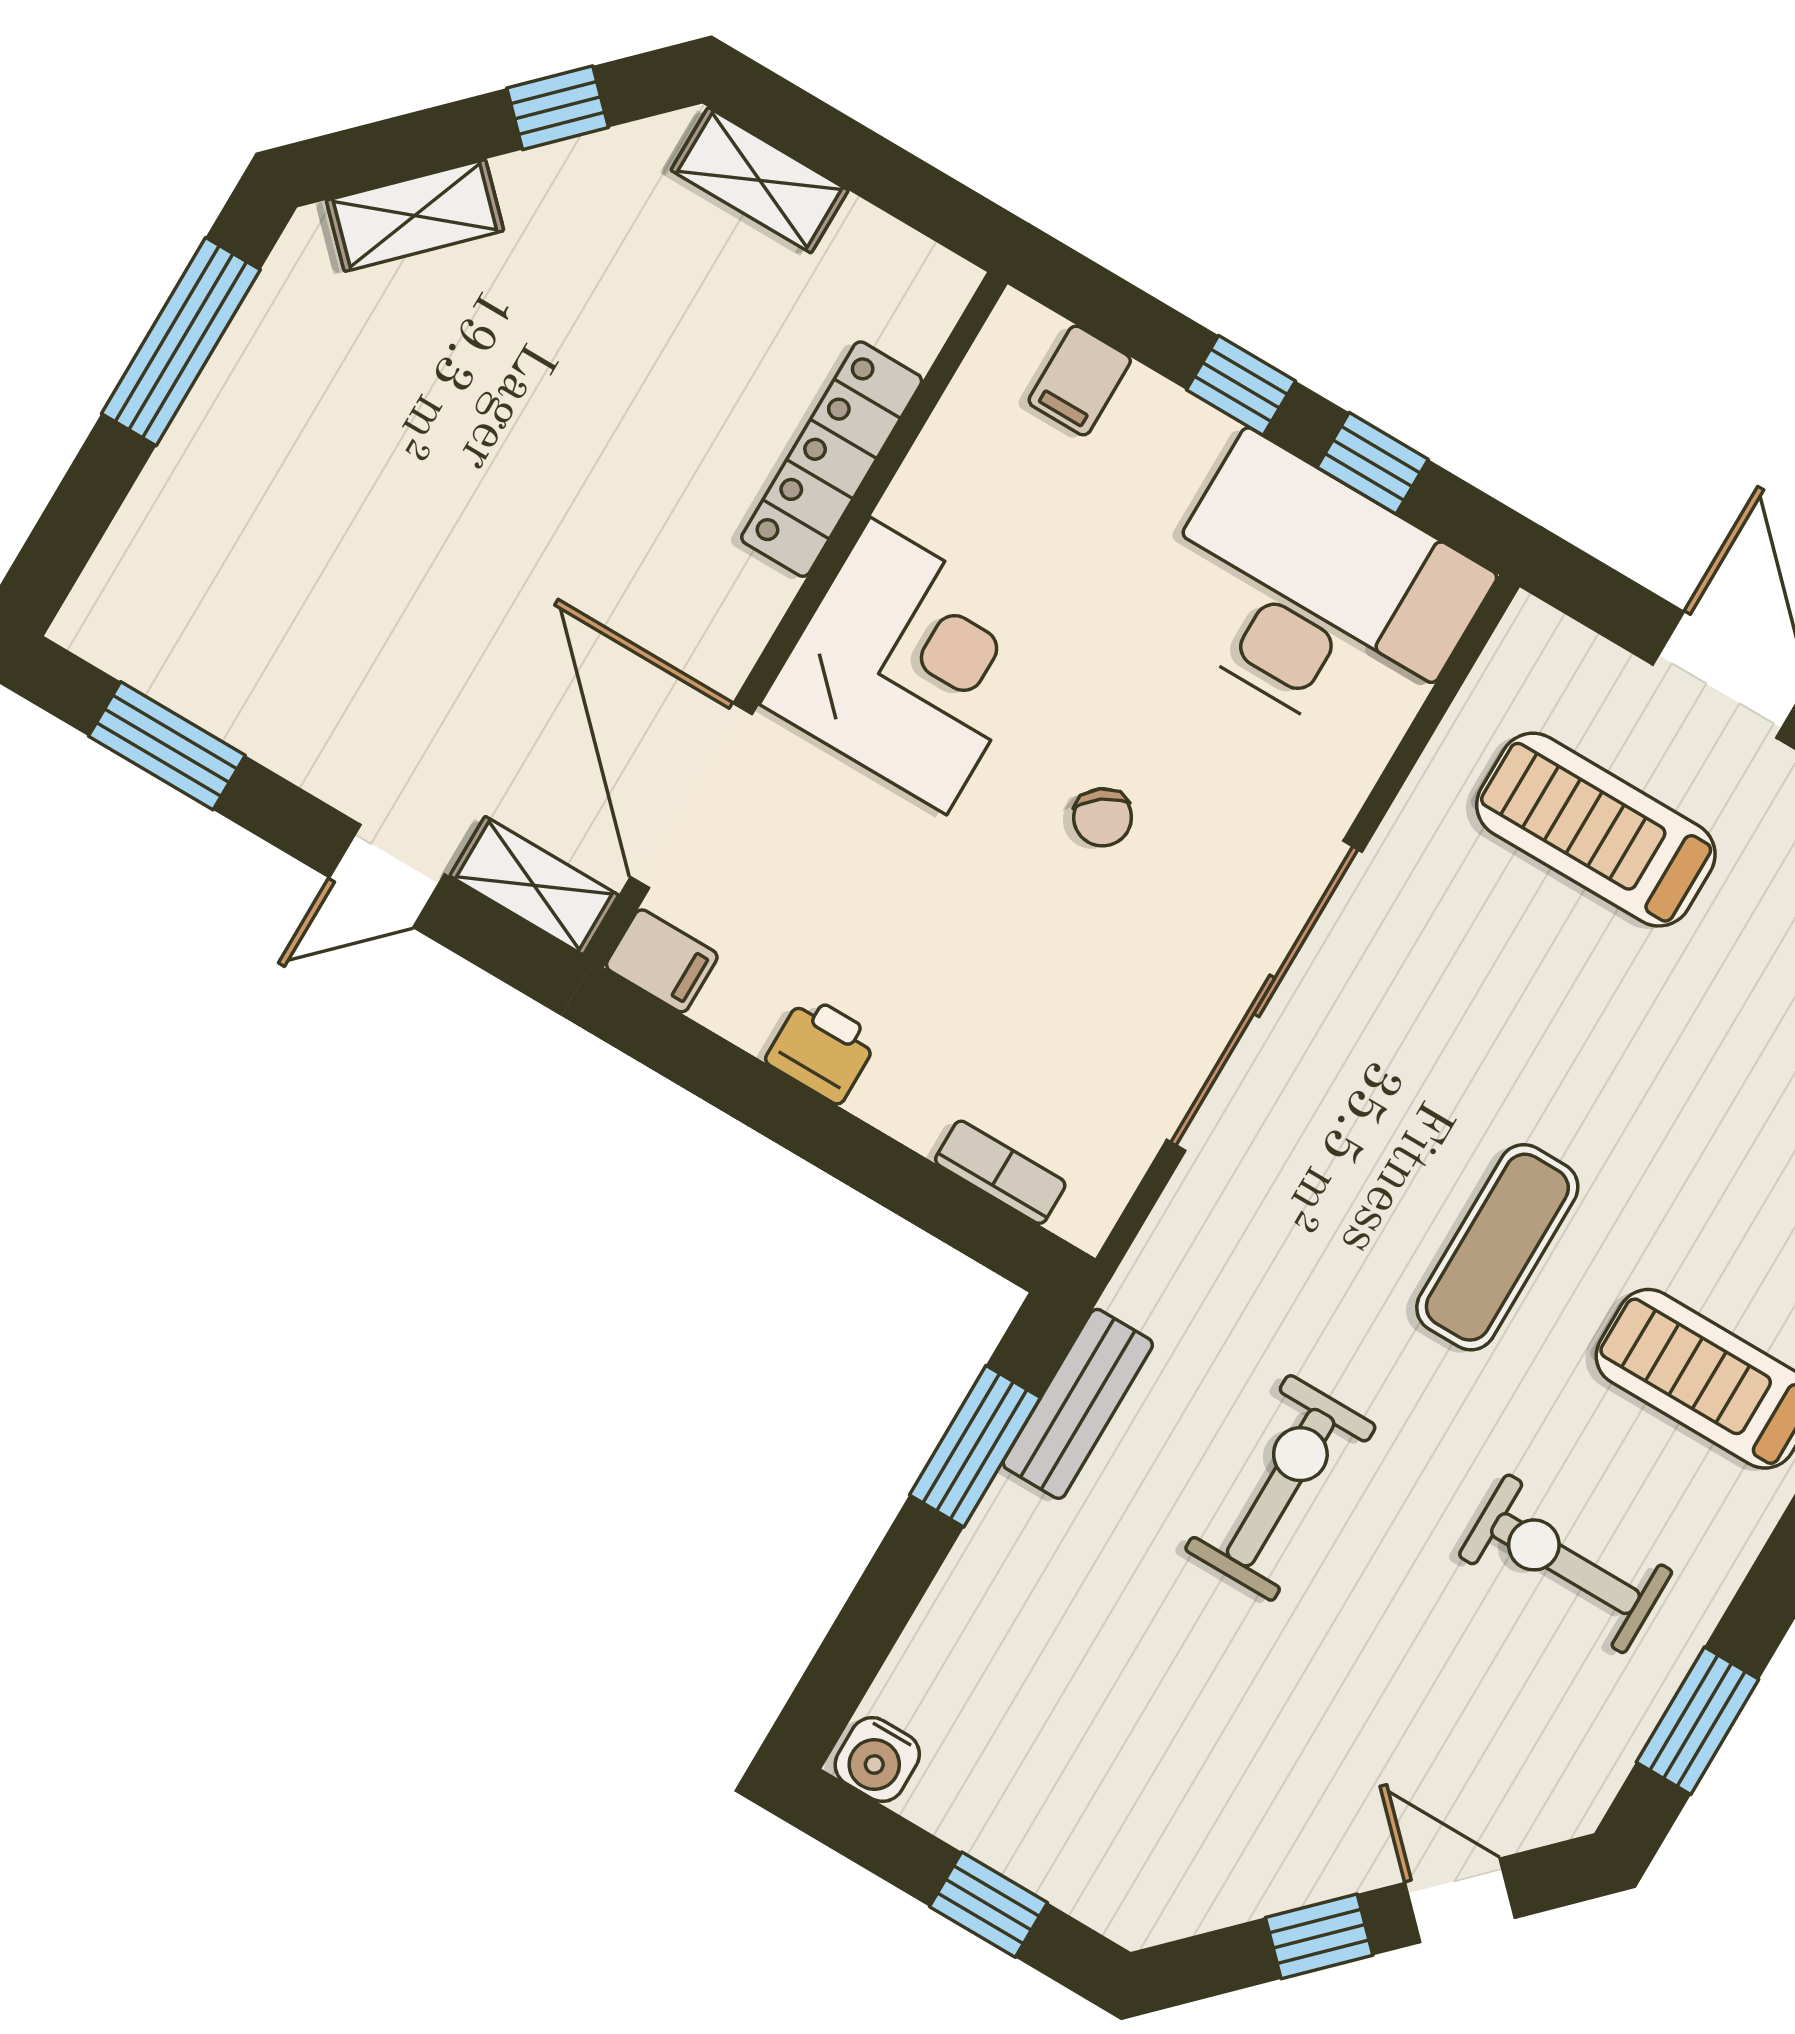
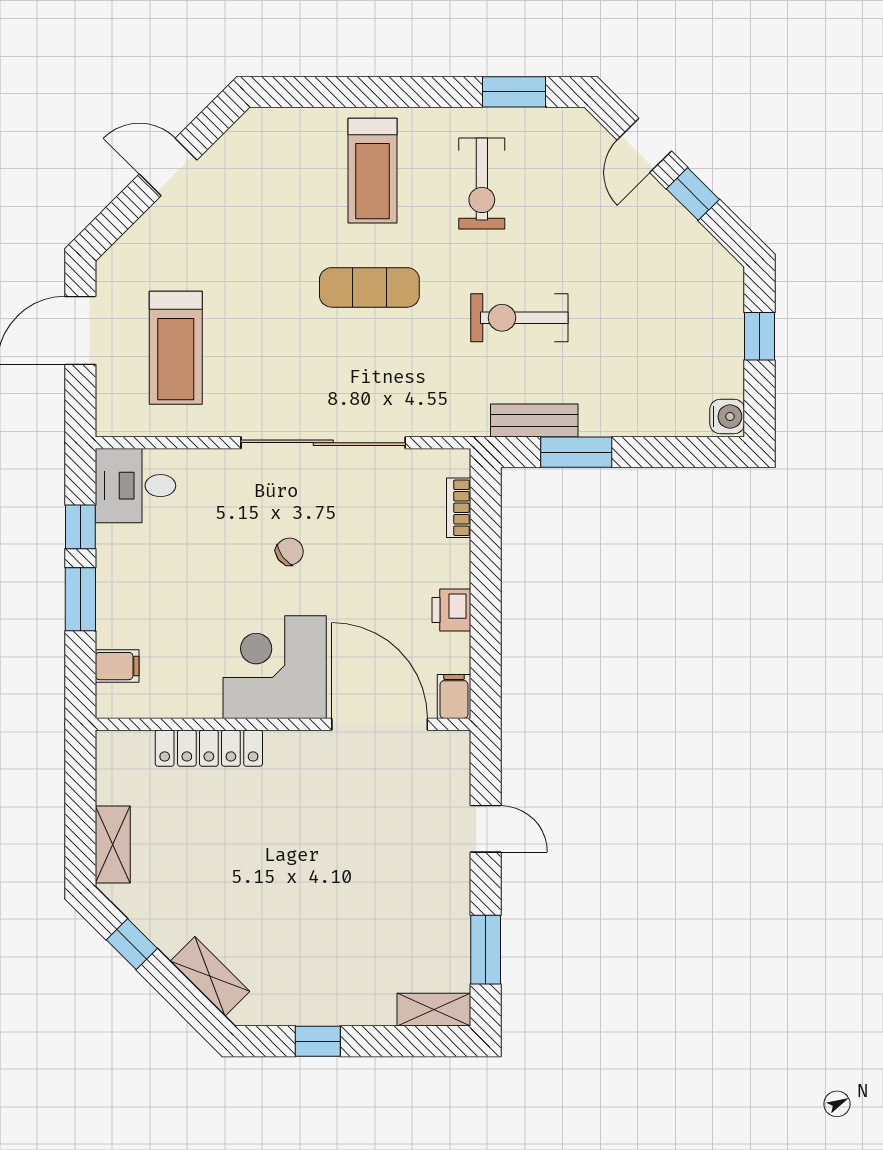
window: (181, 342) -> (318, 1041), width x0.46
window: (1241, 385) -> (80, 599), width x1.50
desk: (1316, 595) -> (135, 486), width x0.53, depth x0.77
door: (691, 796) -> (380, 724), swing flipped
shelving: (534, 886) -> (434, 1010), moved, turned 90

